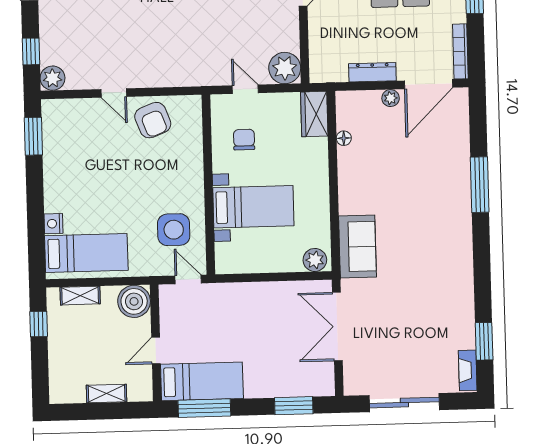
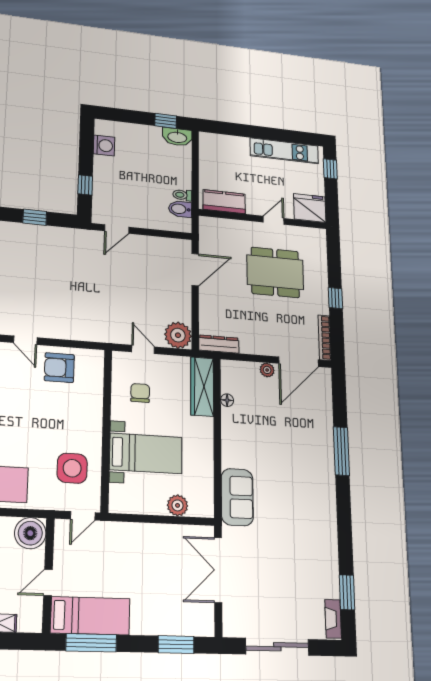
dresser: (372, 72) -> (219, 344), moved
wardrobe: (314, 114) -> (202, 387), width x1.50
armchair: (153, 120) -> (59, 368), turned 111
plant: (315, 260) -> (178, 505), moved
door: (188, 279) -> (83, 516), swing flipped

